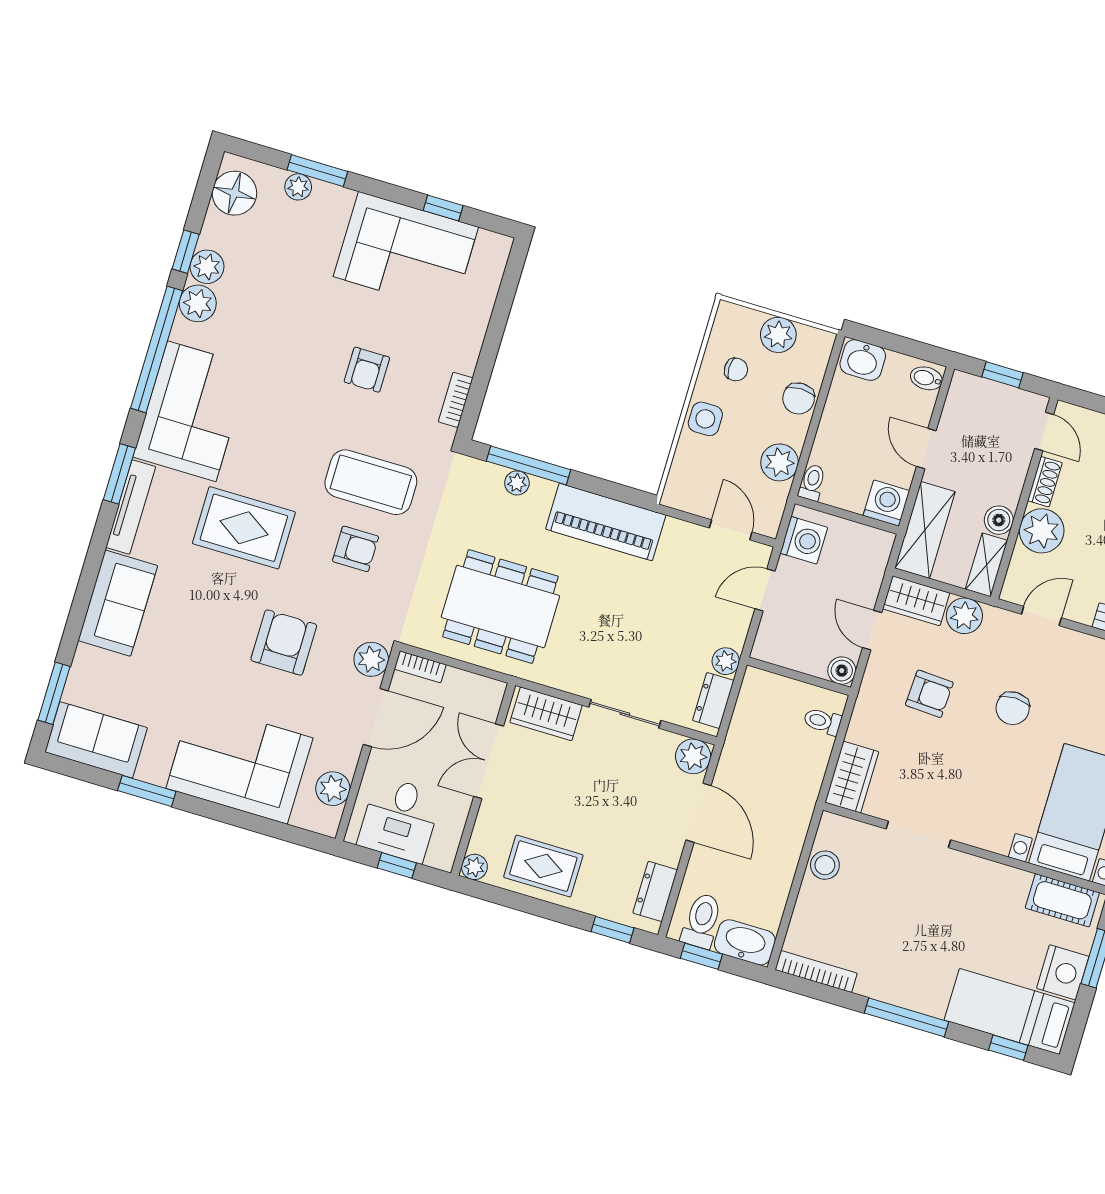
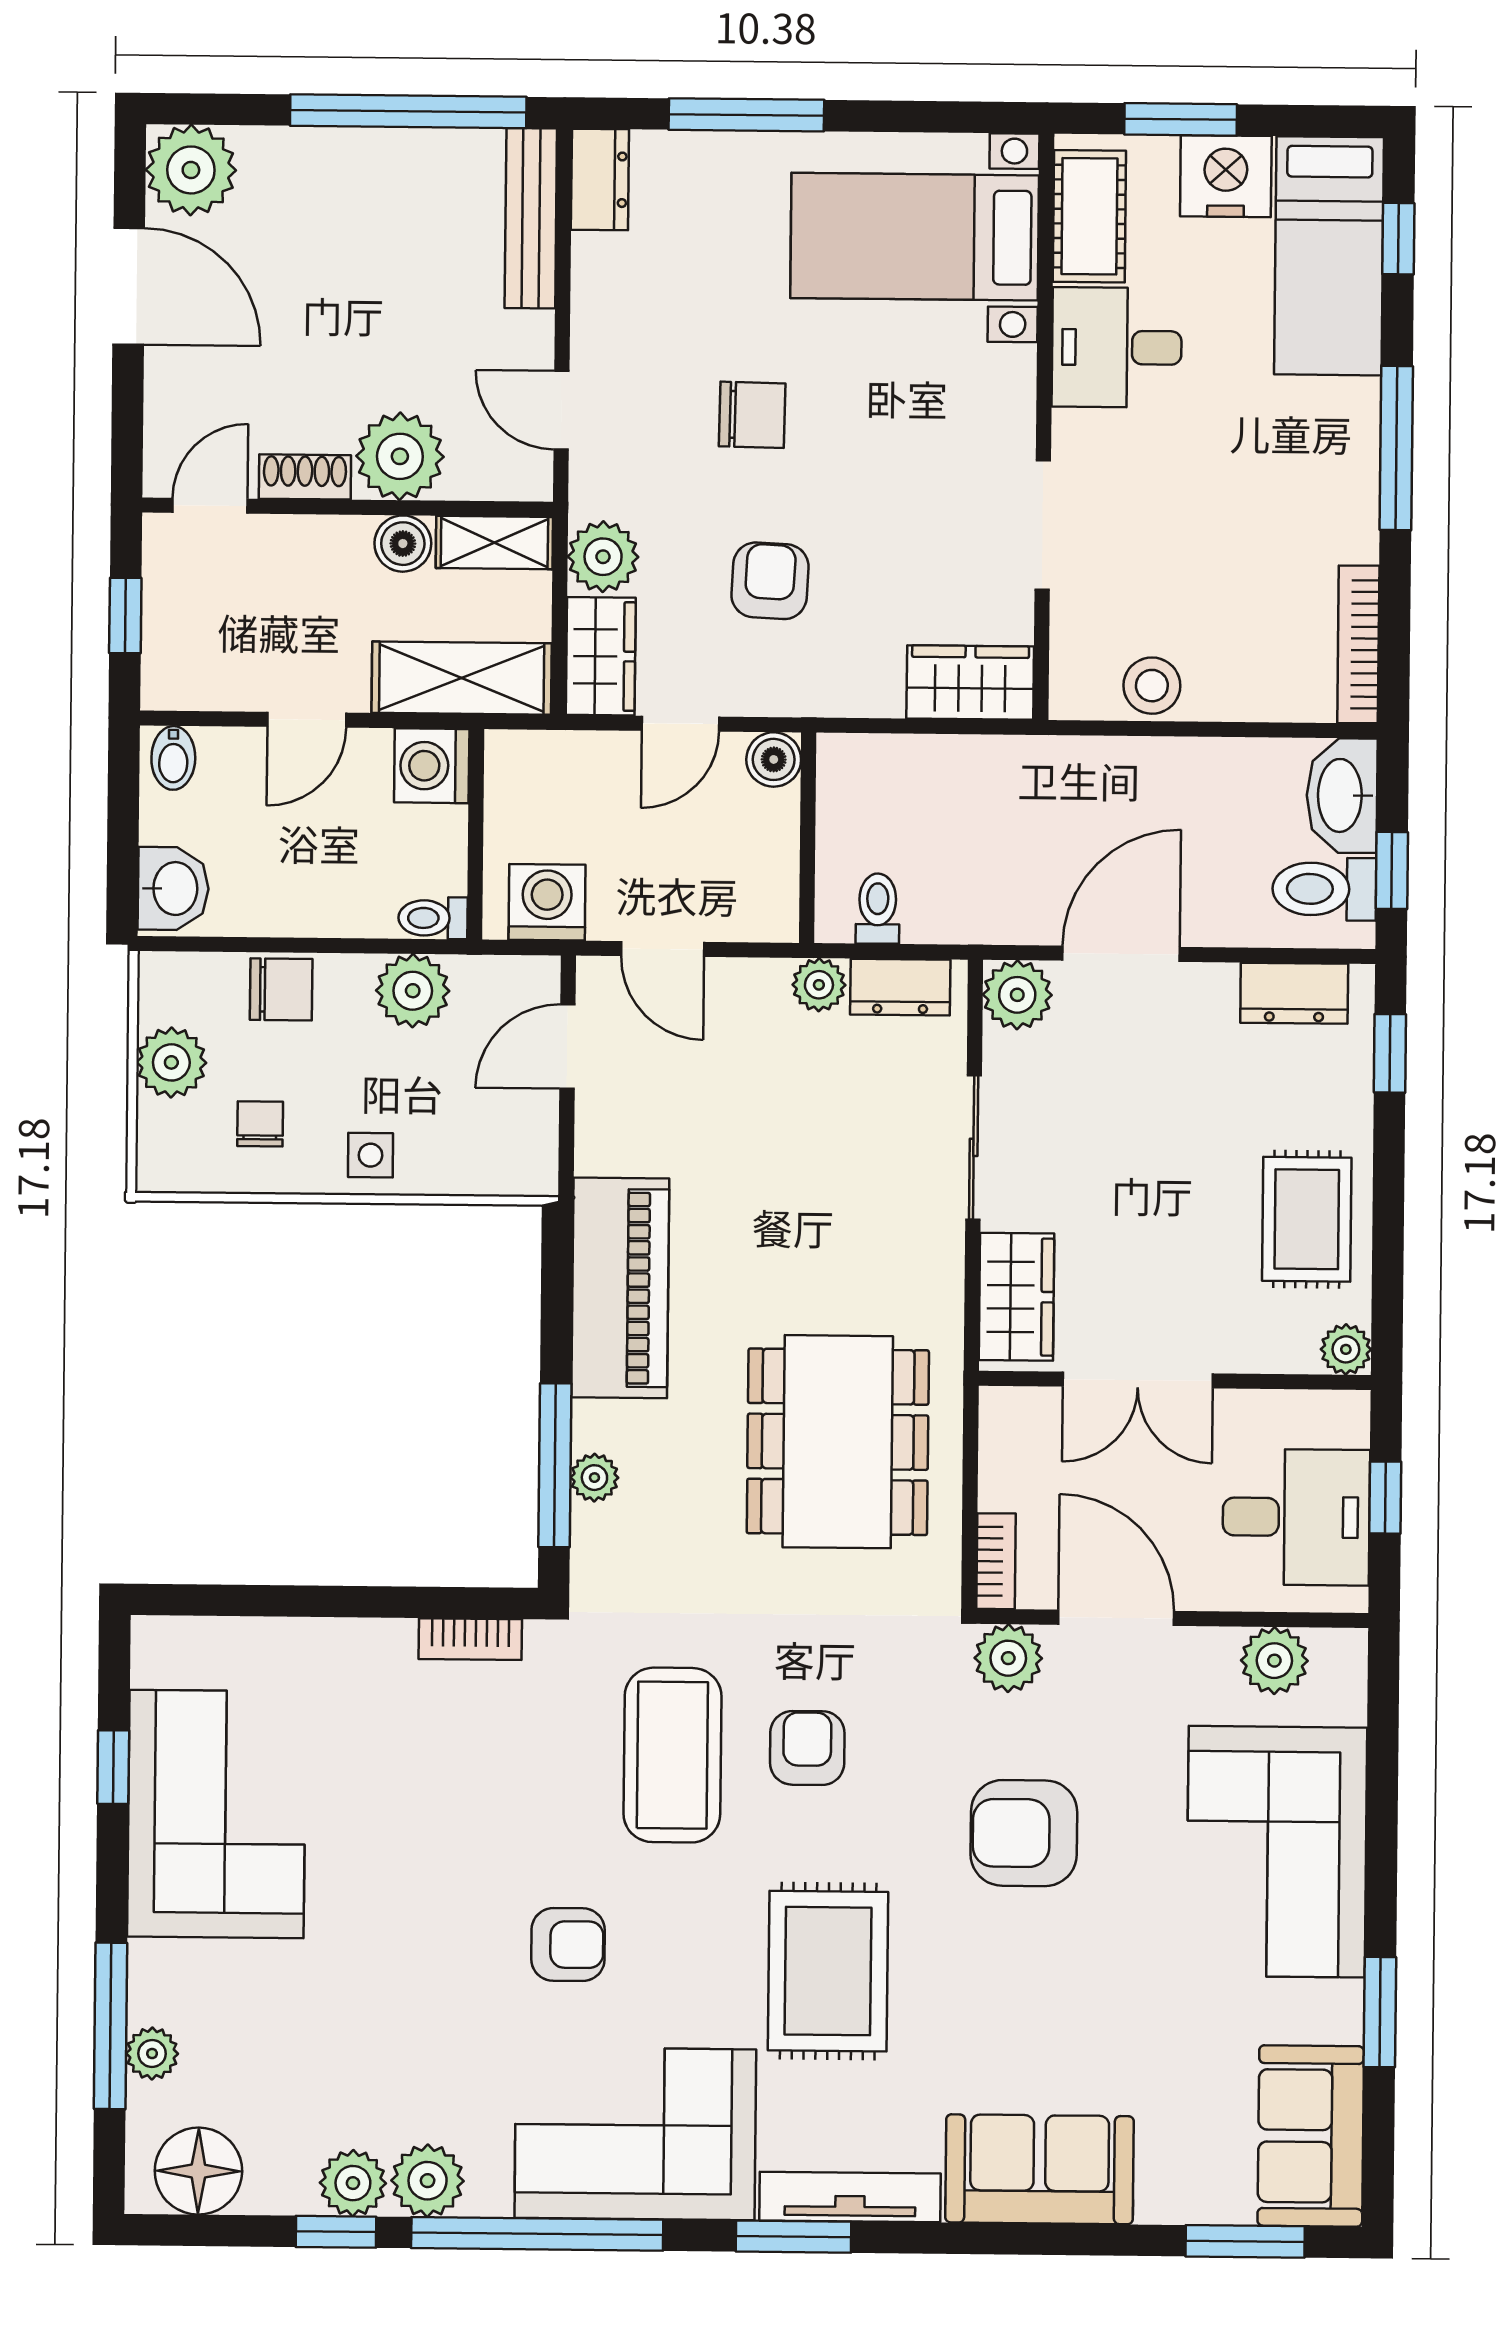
window: (317, 171) -> (110, 2026), width x1.44
armchair: (367, 370) -> (568, 1945), moved
side table: (705, 419) -> (371, 1155), width x0.73, depth x0.73
toilet: (822, 721) -> (878, 909), moved, turned 180
desk: (995, 895) -> (1117, 347), added

